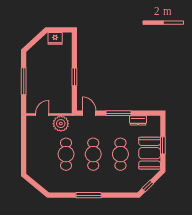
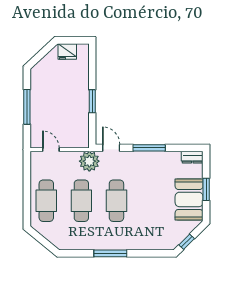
door: (42, 114) -> (51, 150), hinge flipped
dresser: (138, 120) -> (192, 157), moved
plant: (61, 124) -> (89, 161), moved
cafe table: (120, 154) -> (46, 201), moved

